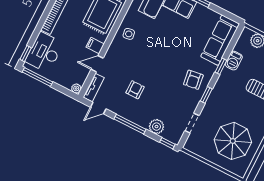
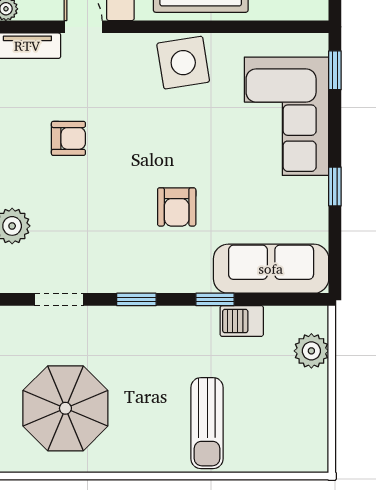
side table: (129, 34) -> (183, 63), width x1.87, depth x1.87
armchair: (193, 80) -> (177, 207), moved, turned -82

